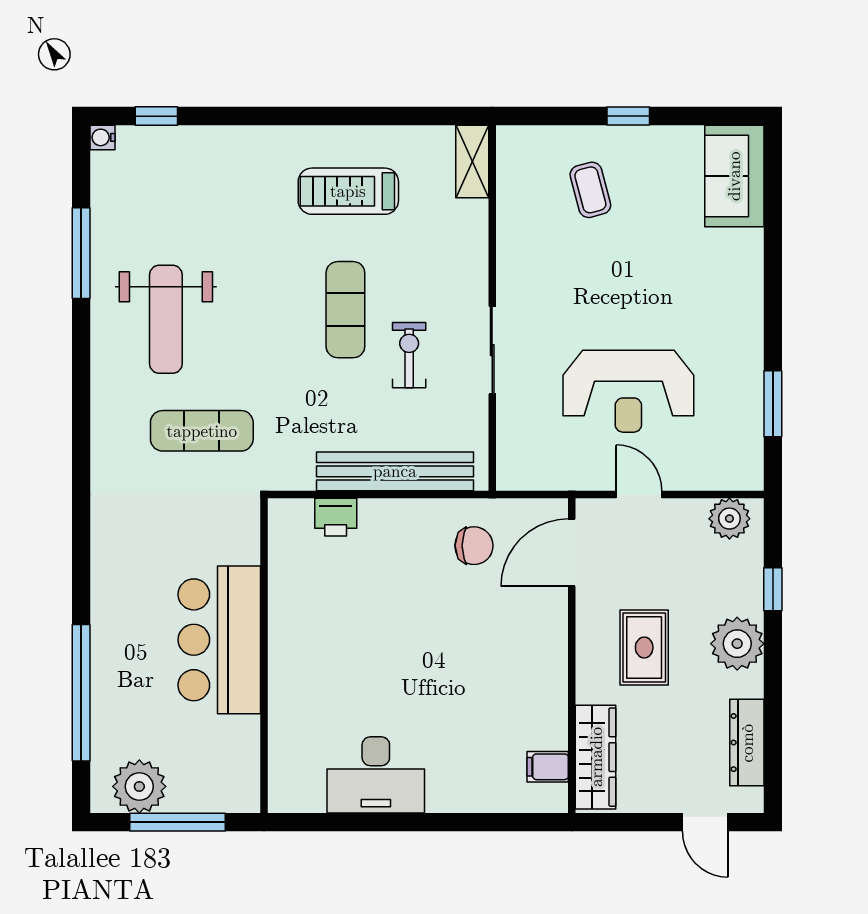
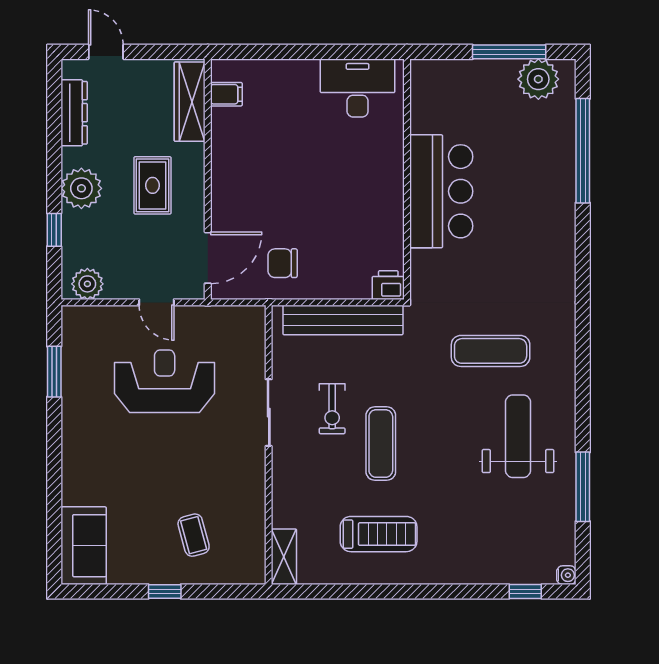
bar counter: (219, 640) -> (441, 191), moved
wall: (264, 656) -> (407, 179), moved

